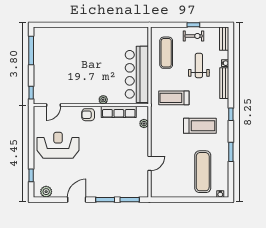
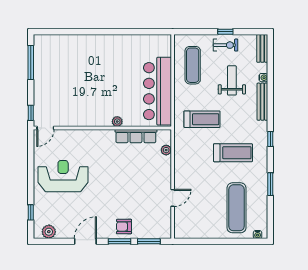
treadmill: (174, 98) -> (202, 119), turned 180
door: (53, 105) -> (45, 128), moved
armchair: (88, 115) -> (124, 227), moved

